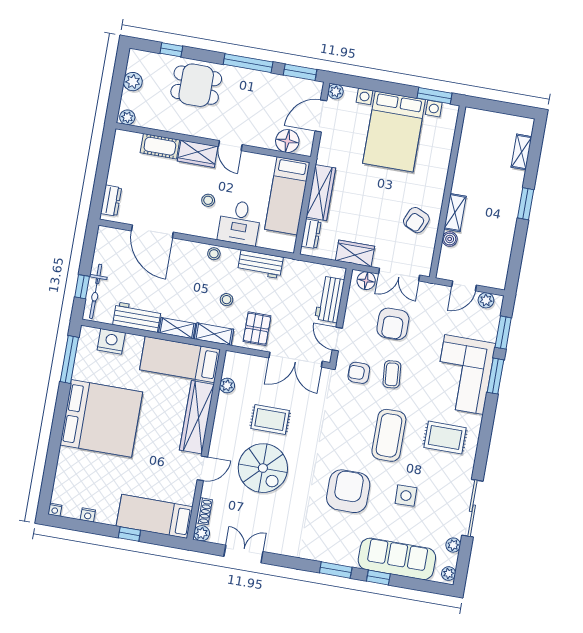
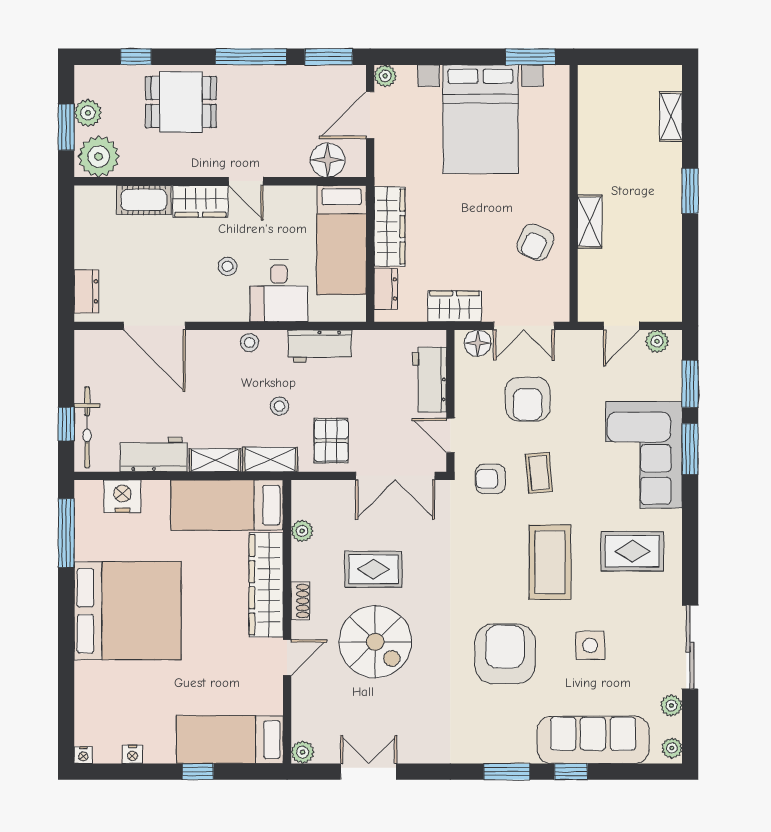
window: (117, 89) -> (66, 127), added
plant: (127, 117) -> (99, 157), width x1.87, depth x1.87
boiler: (450, 239) -> (589, 261), removed
shoe rack: (204, 511) -> (300, 601), moved

